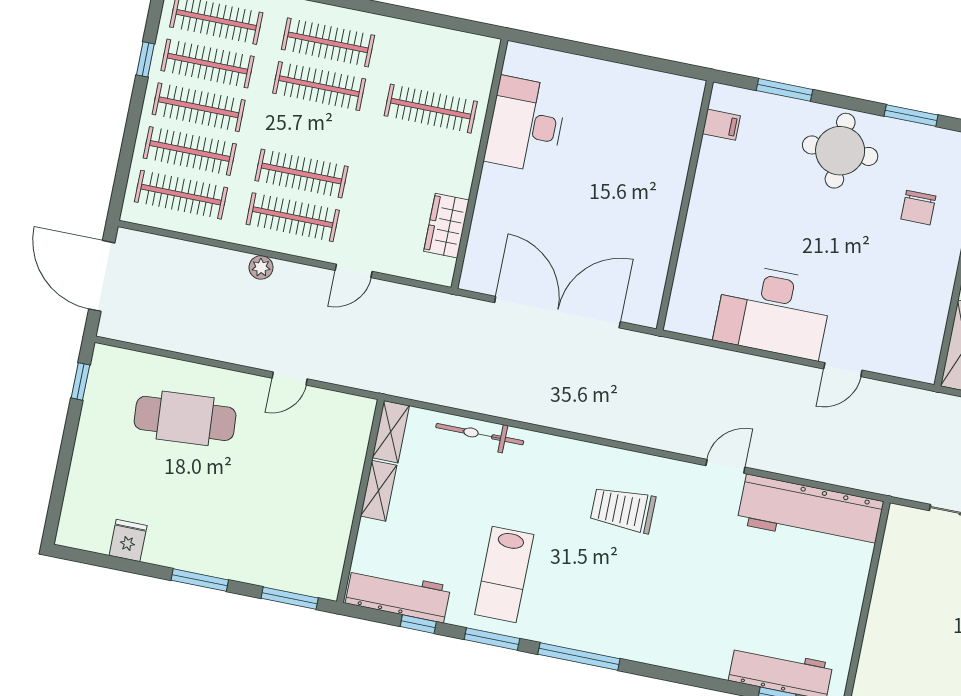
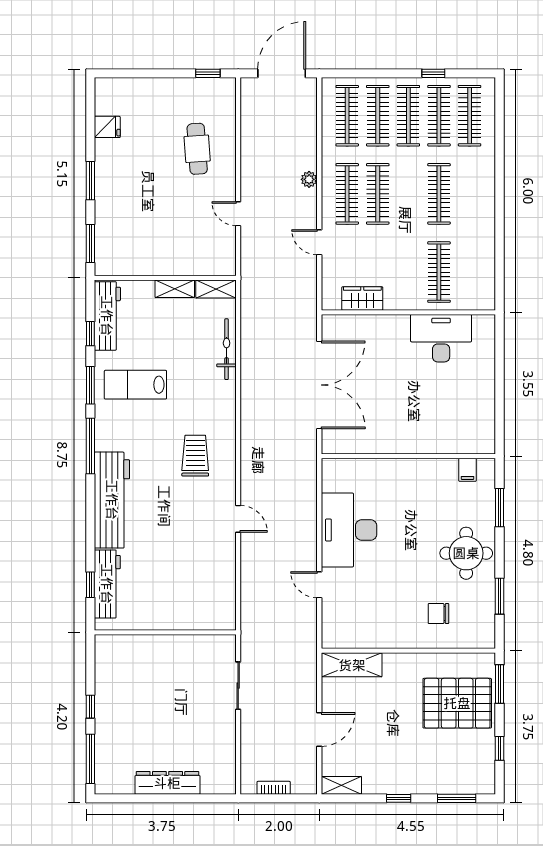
clothes rail: (328, 42) -> (470, 194), removed
cafe table: (185, 418) -> (197, 149), width x0.73, depth x0.74
workbench: (810, 512) -> (112, 500), moved, turned 180

